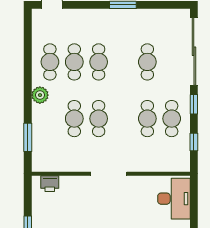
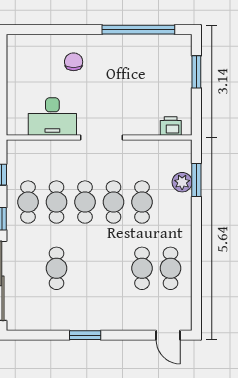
cafe table: (99, 62) -> (85, 202), moved
plant: (40, 95) -> (182, 182), moved
desk: (174, 199) -> (52, 117), moved, turned -90

